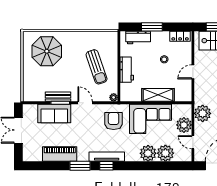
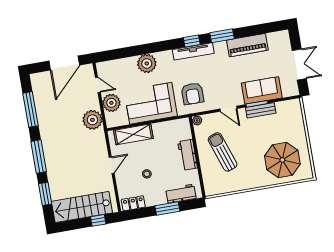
shelving: (158, 95) -> (133, 134), moved
plant: (165, 153) -> (127, 67), removed

